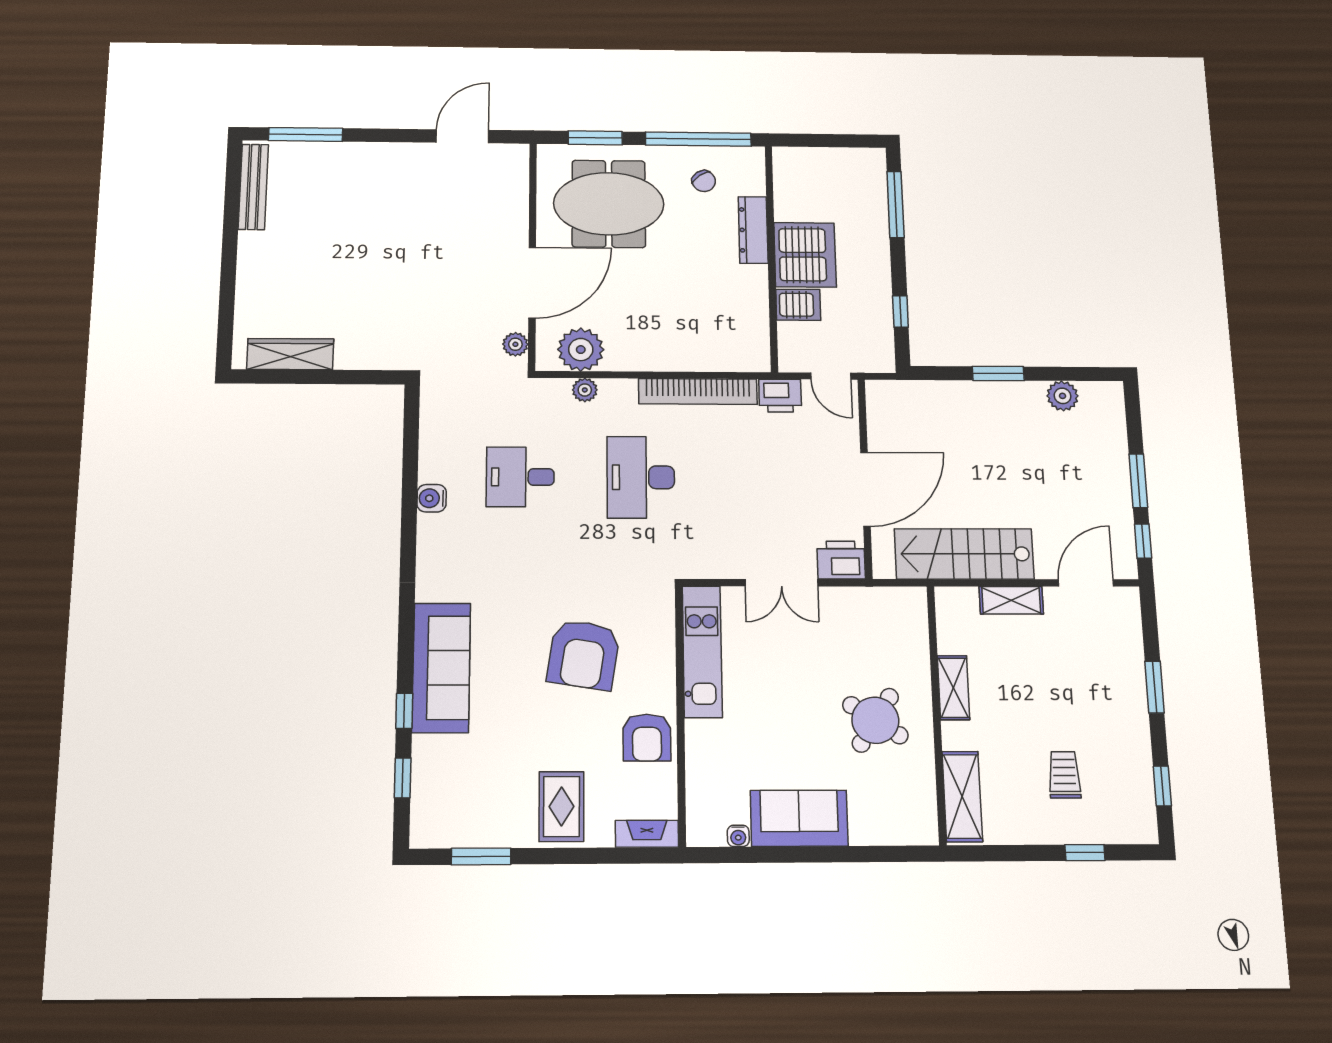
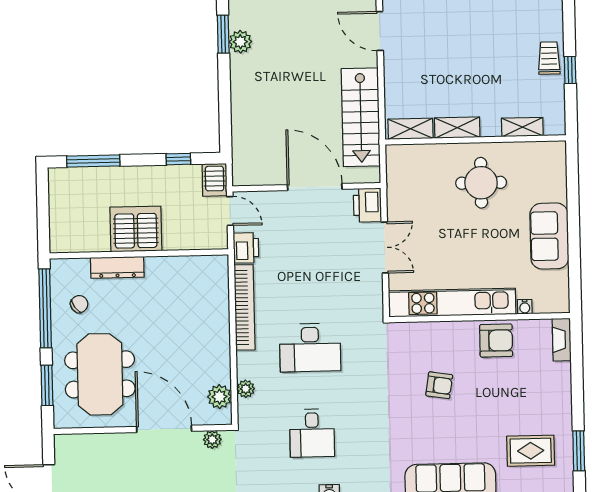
server rack: (798, 305) -> (215, 180), moved, turned 180
plant: (581, 350) -> (219, 397), width x0.73, depth x0.73
window: (998, 373) -> (223, 34), moved
door: (831, 376) -> (230, 211), hinge flipped
shelving: (1011, 600) -> (410, 129), moved, turned 90
kitchen unit: (702, 651) -> (452, 303), width x1.36
armchair: (584, 655) -> (439, 385), width x0.53, depth x0.53
round table: (875, 720) -> (481, 183), turned -33
trolley: (1064, 775) -> (549, 58), moved, turned 90
shelving: (962, 796) -> (522, 127), width x0.67, depth x0.75
rug: (561, 806) -> (531, 451), moved
water cooler: (738, 836) -> (525, 307), moved, turned 90
window: (1085, 853) -> (570, 70), moved

